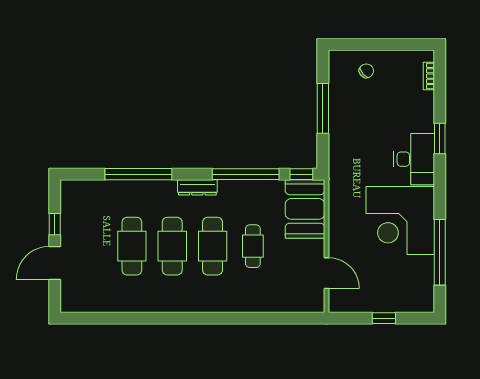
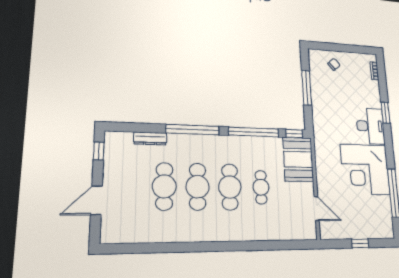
window: (138, 174) -> (193, 130), moved
dresser: (197, 187) -> (150, 138), moved
window: (55, 224) -> (99, 151), moved

